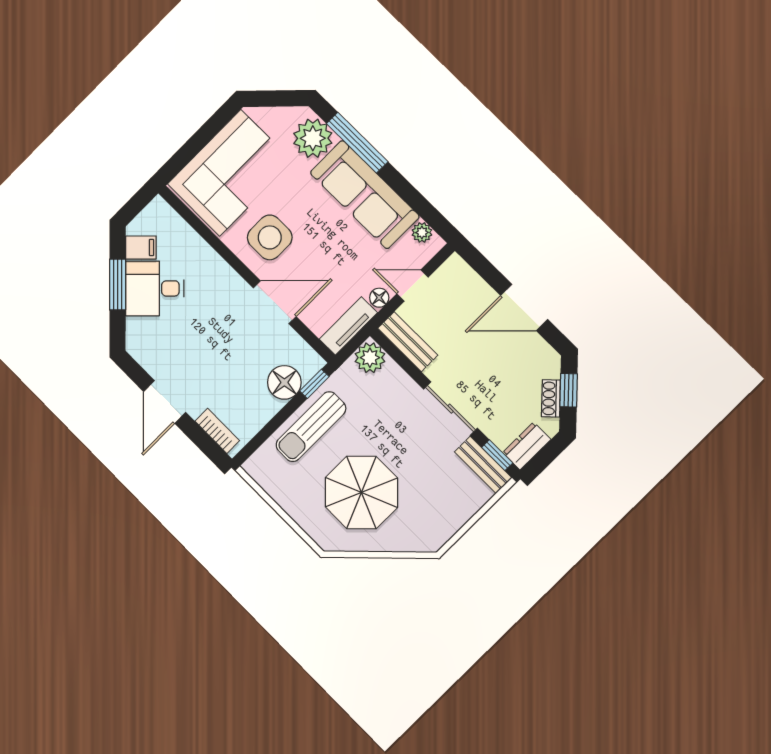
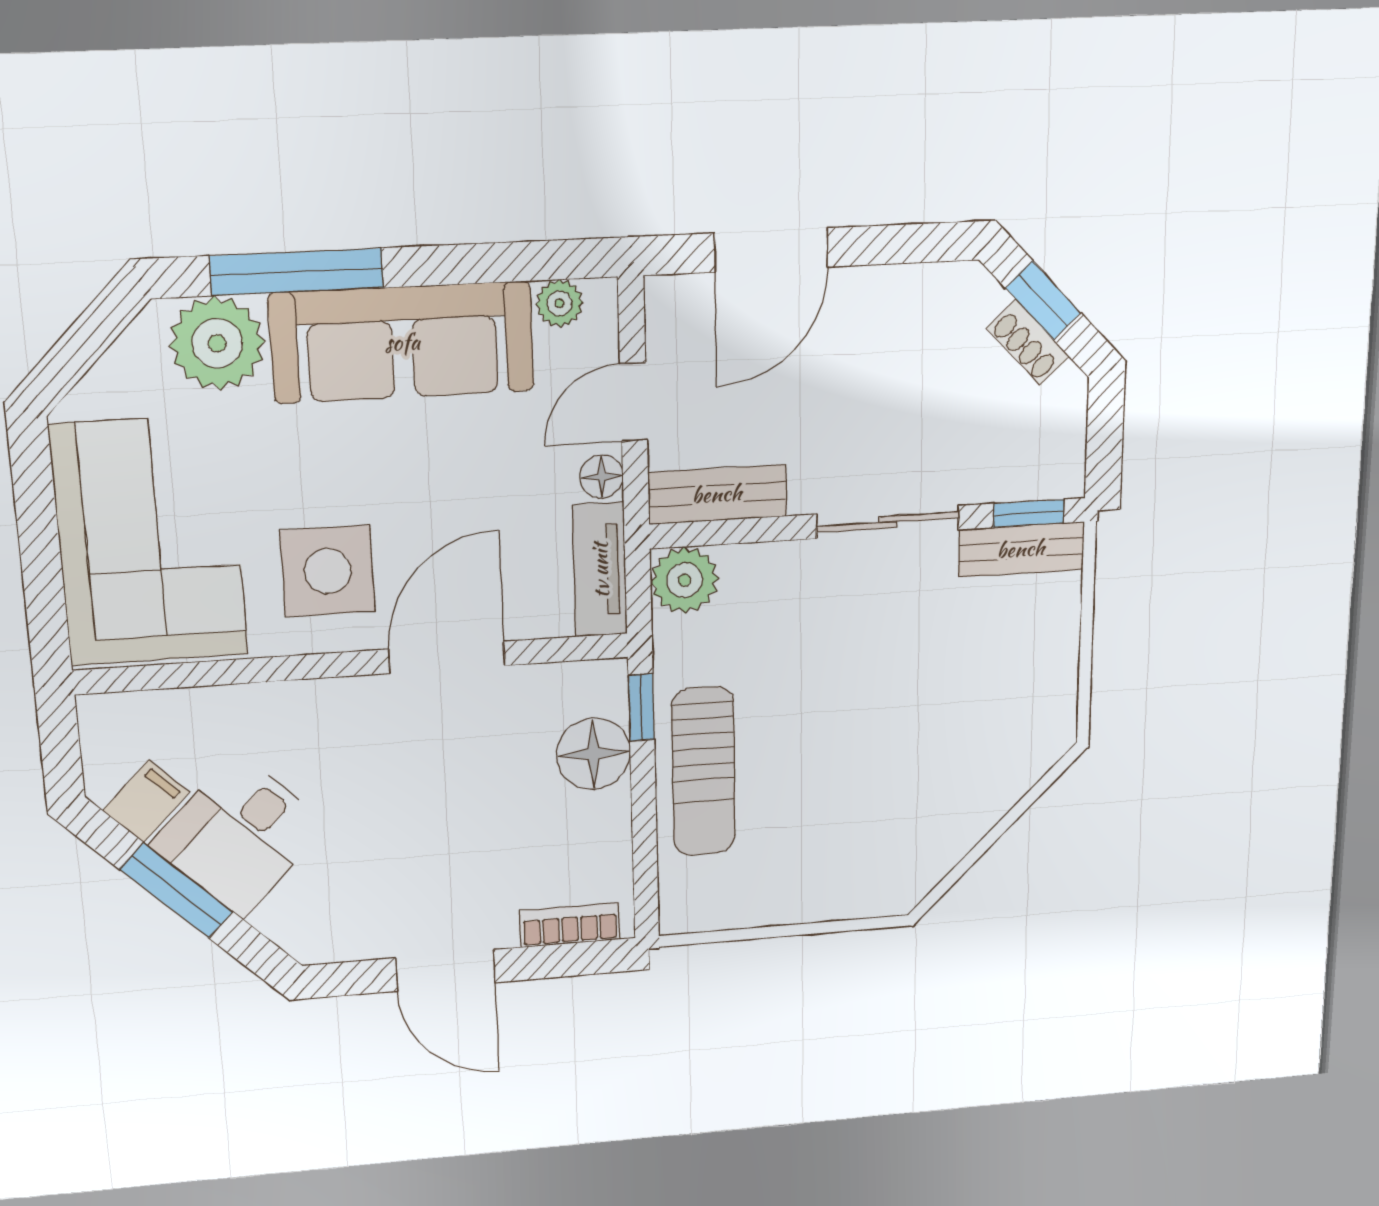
door: (524, 307) -> (771, 250), moved
dresser: (527, 446) -> (1060, 452), removed
parasol: (361, 492) -> (879, 780), removed

